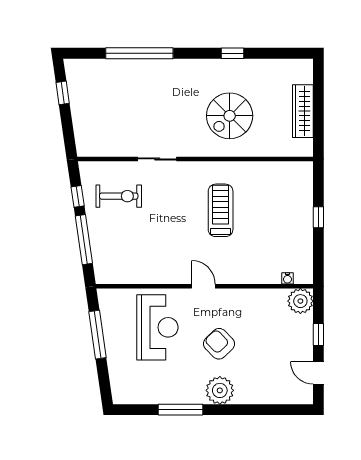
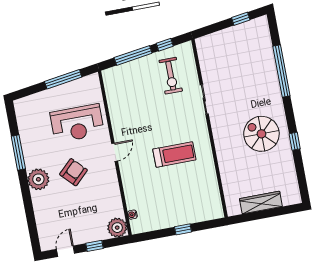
spiral stairs: (230, 116) -> (261, 134), moved

